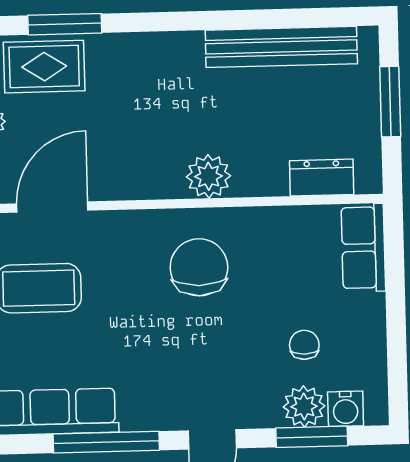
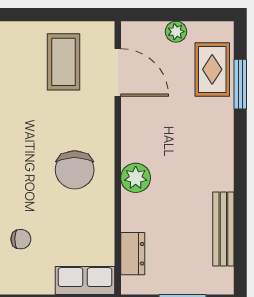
bench: (281, 47) -> (223, 229), width x0.73, depth x0.82
chair: (199, 267) -> (75, 170), turned 90

